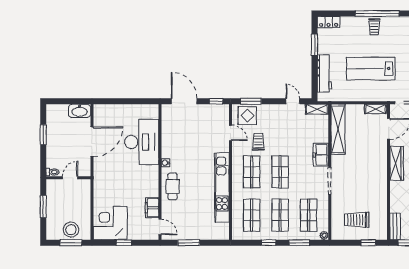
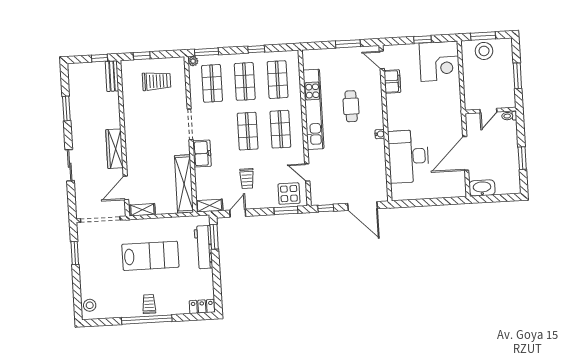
window: (314, 45) -> (214, 237), moved
door: (293, 101) -> (238, 213), swing flipped
trolley: (258, 142) -> (247, 179), moved
cafe table: (172, 186) -> (351, 106), moved
window: (299, 243) -> (207, 52), moved

